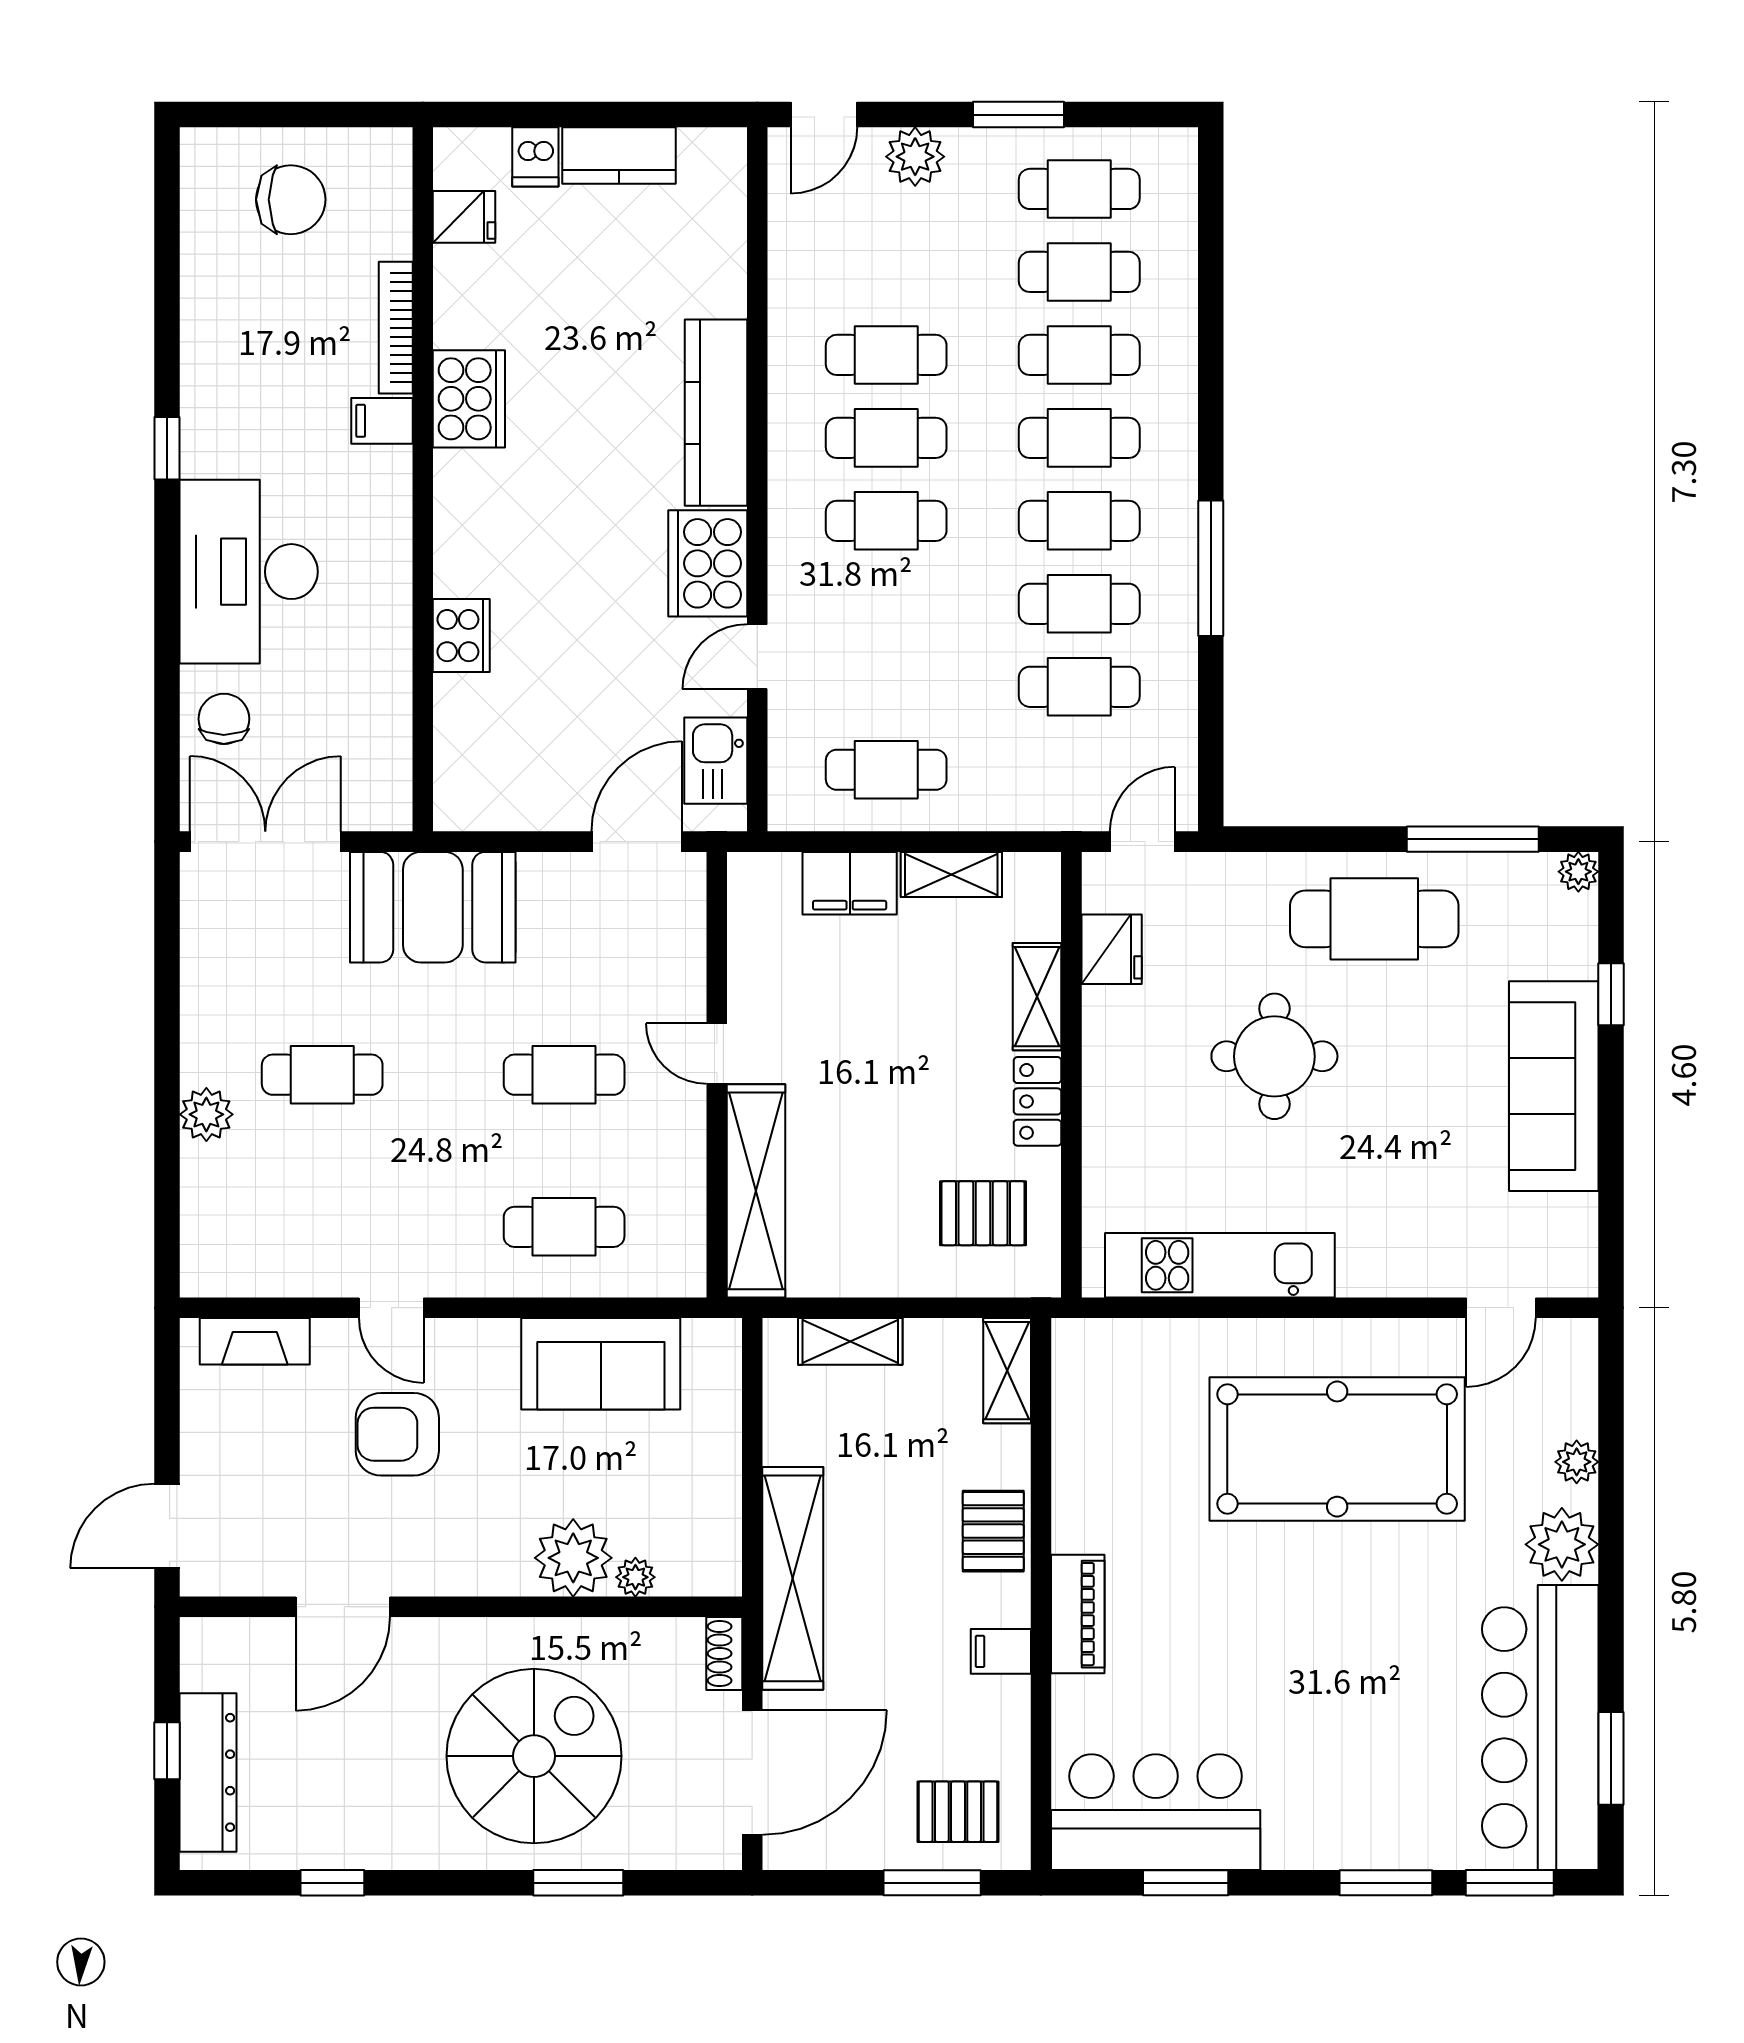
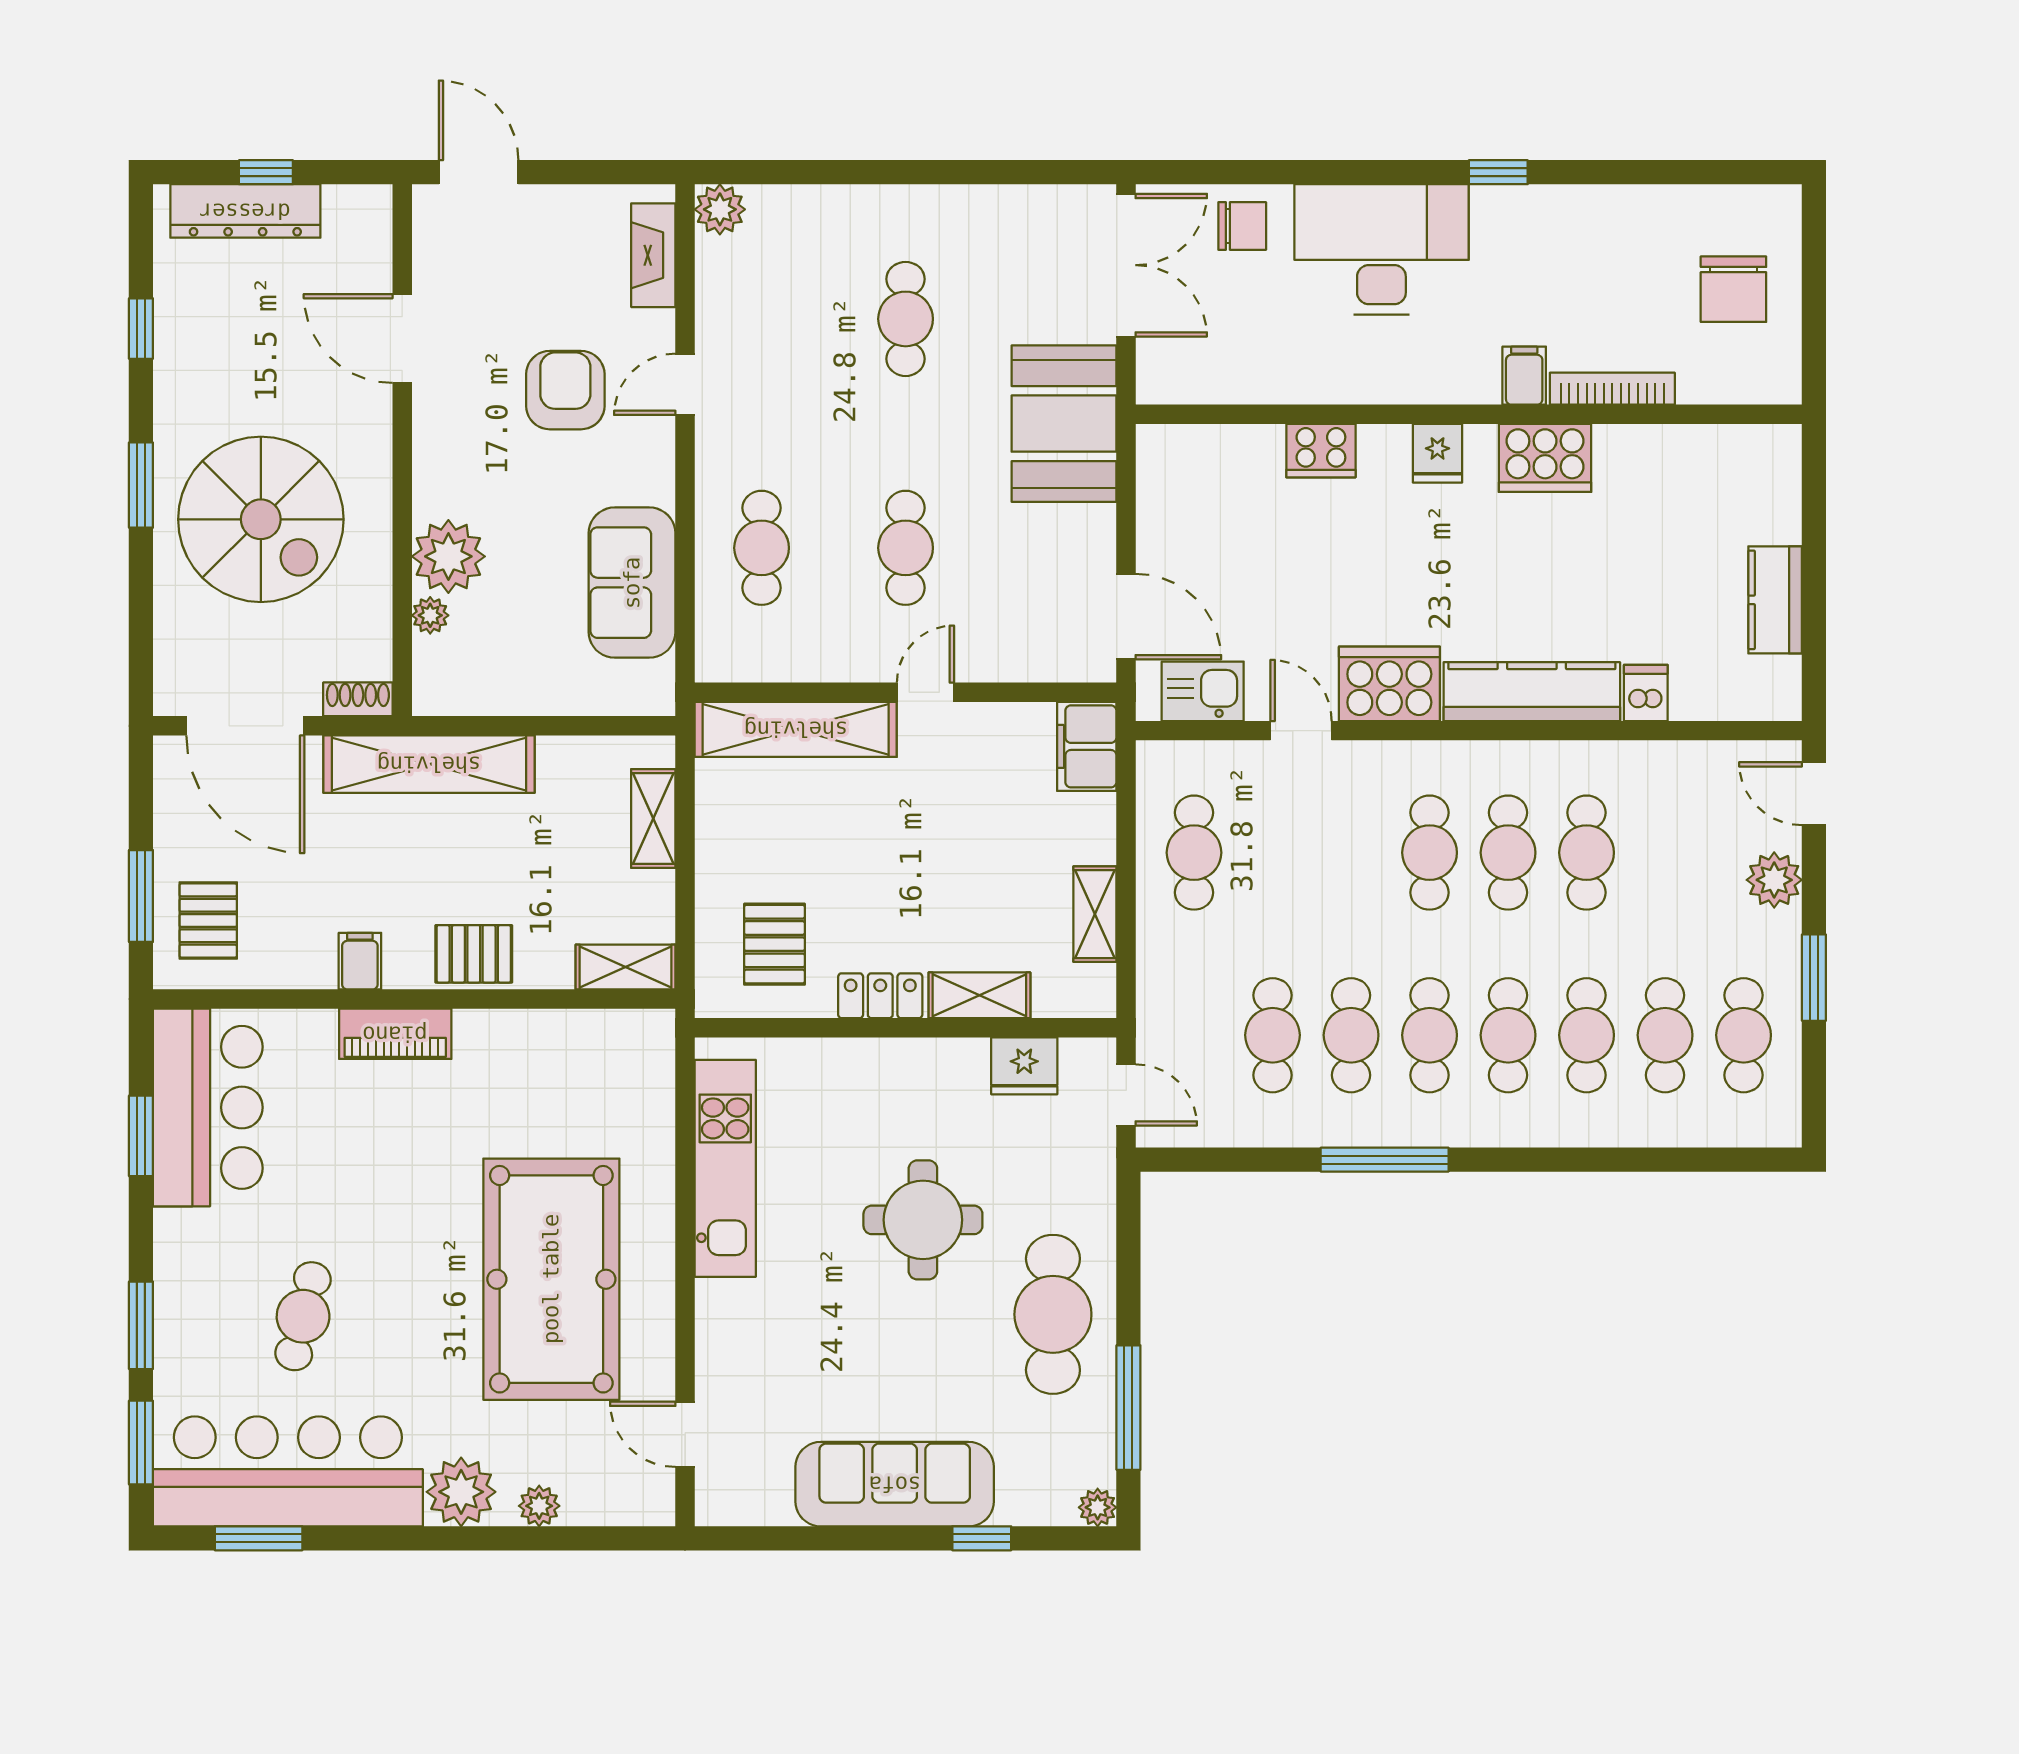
dishwasher: (535, 157) -> (1646, 693), moved, turned 90
fridge: (464, 217) -> (1437, 453), moved
filing cabinet: (850, 883) -> (1087, 746), moved
plant: (206, 1114) -> (720, 209), moved
cafe table: (1376, 1711) -> (303, 1316), added
window: (578, 1883) -> (141, 485), moved

